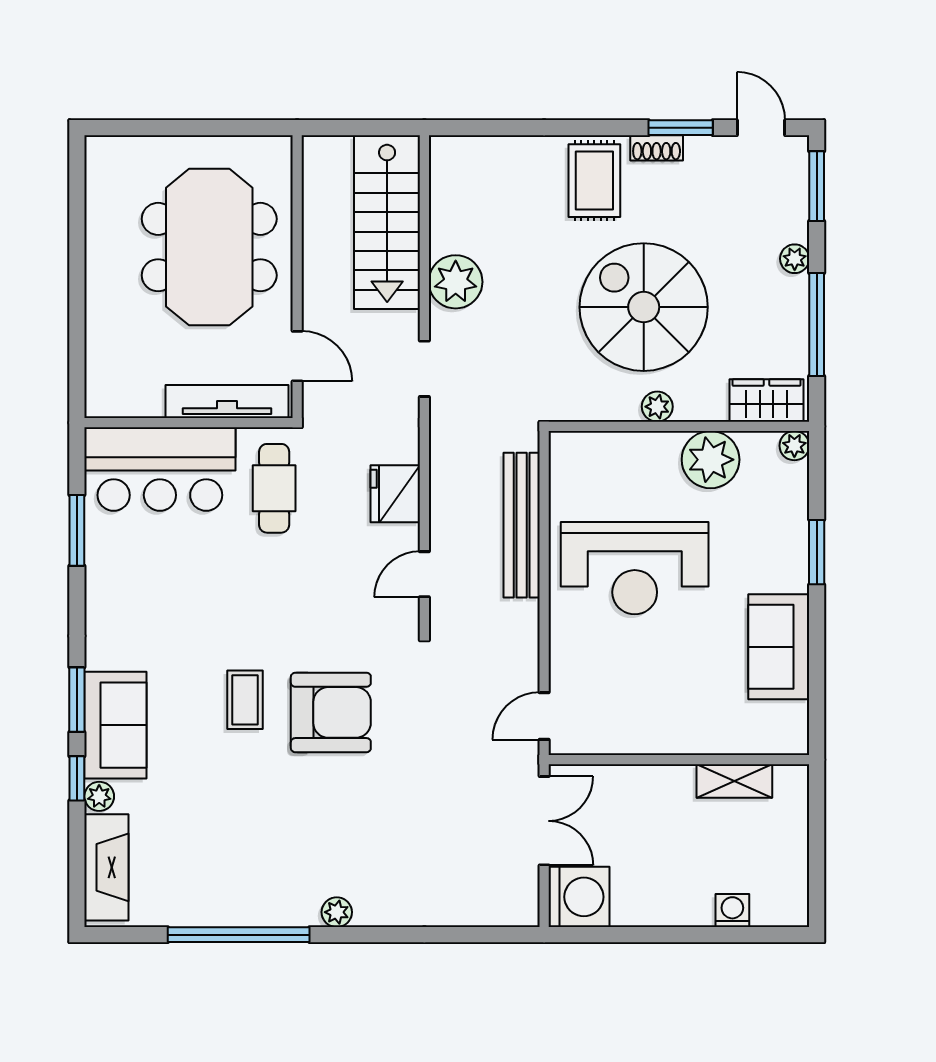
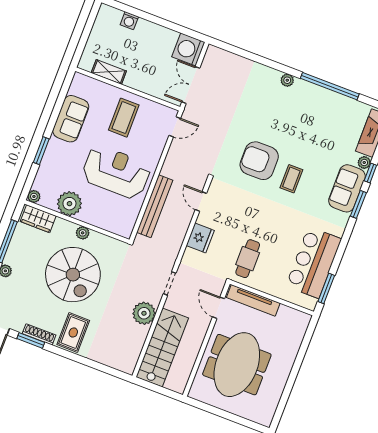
shoe rack: (657, 148) -> (39, 334), width x1.43
bar counter: (160, 469) -> (314, 263), moved, turned -90
window: (77, 530) -> (326, 288), moved
door: (424, 574) -> (201, 201), swing flipped
coffee table: (663, 694) -> (124, 118), added

